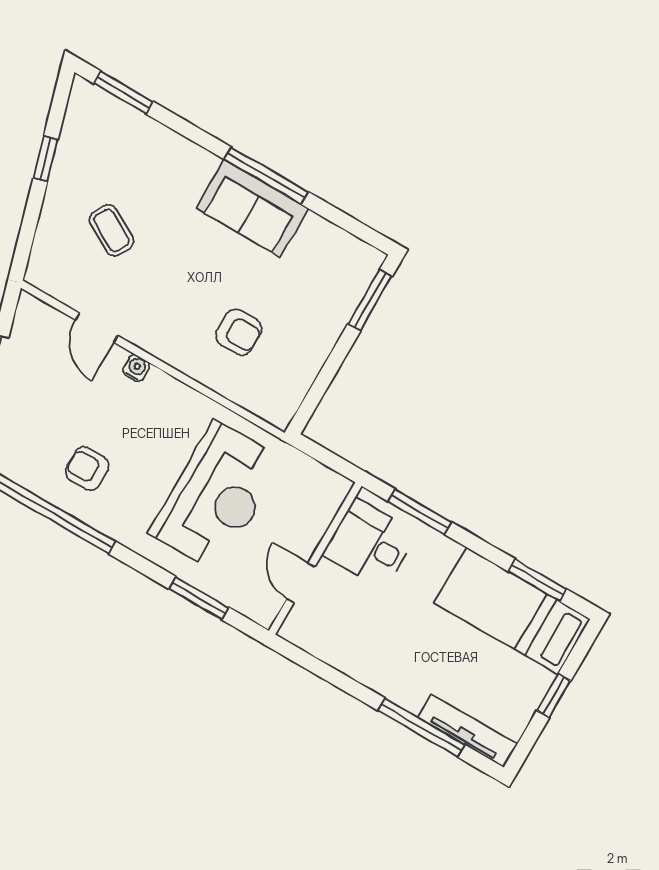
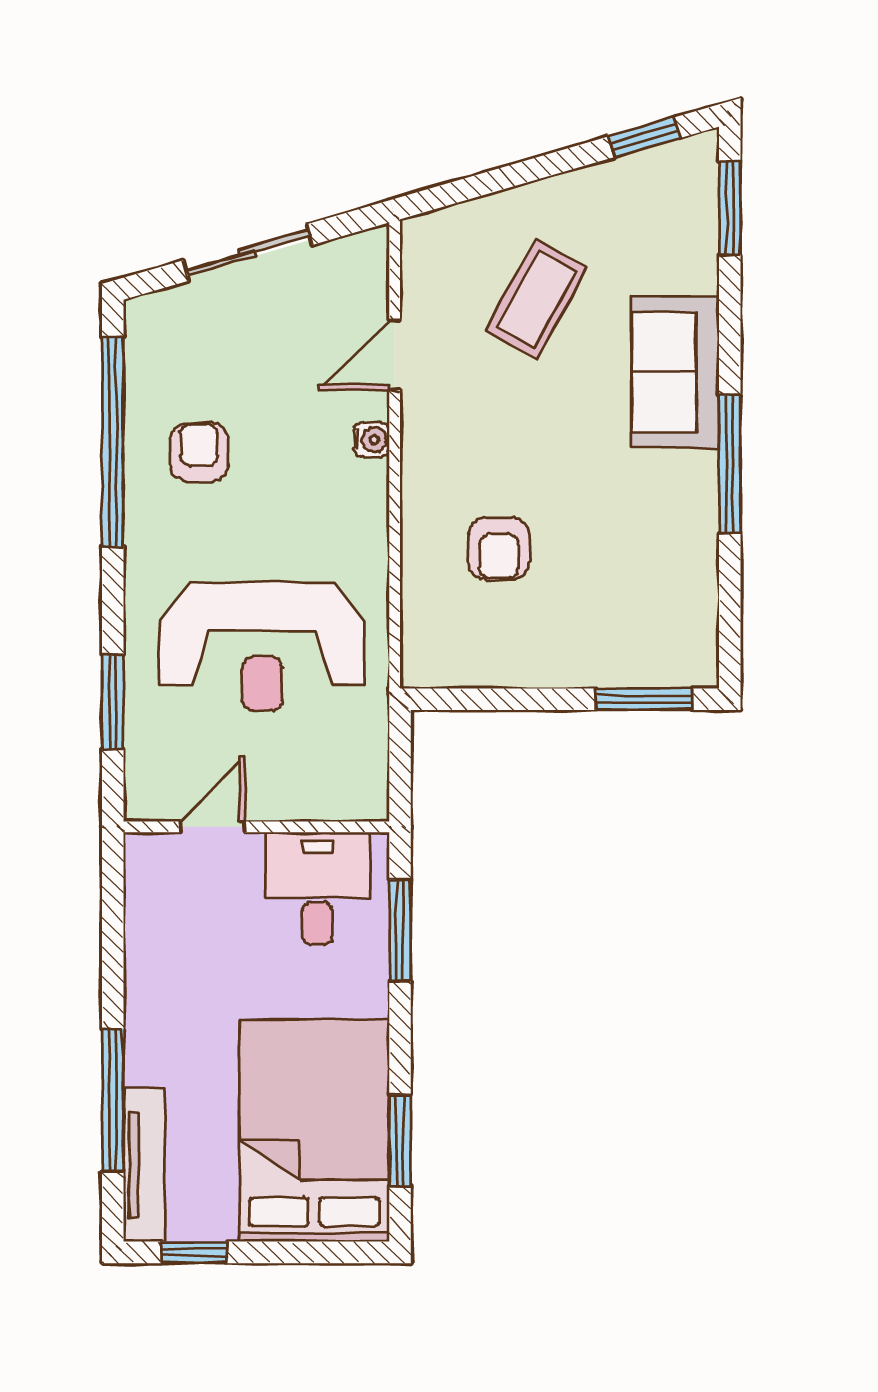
window: (46, 159) -> (644, 137), moved
sofa: (252, 208) -> (675, 372), moved
coffee table: (111, 230) -> (536, 299), width x1.36, depth x1.30
bed: (512, 611) -> (314, 1131), width x1.50
window: (554, 696) -> (194, 1252), moved

